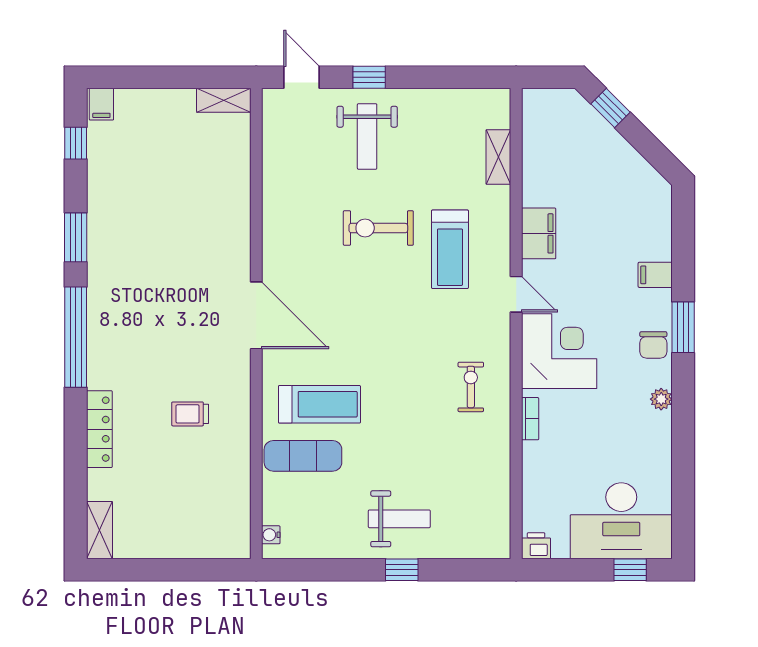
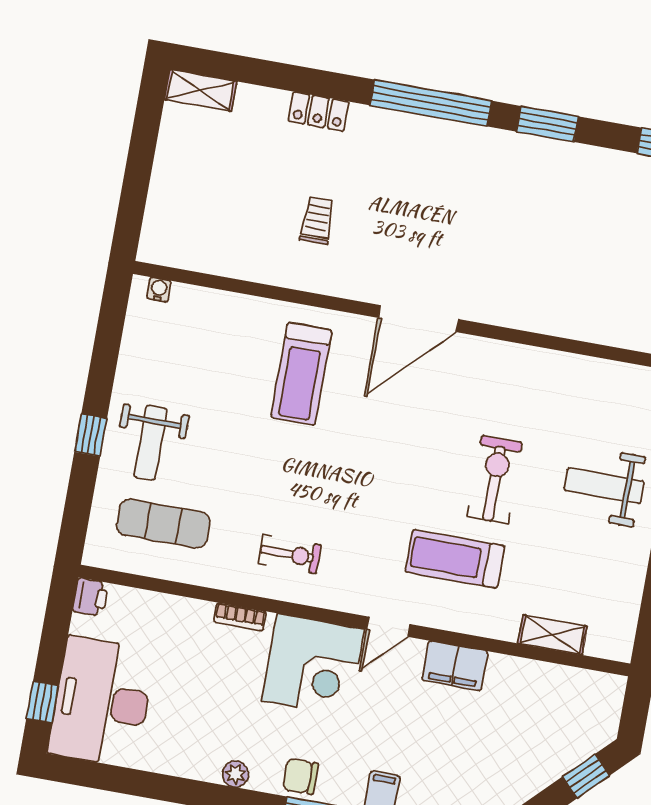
locker: (99, 429) -> (318, 111), width x0.66
exercise mat: (303, 456) -> (163, 524), moved, turned 90

